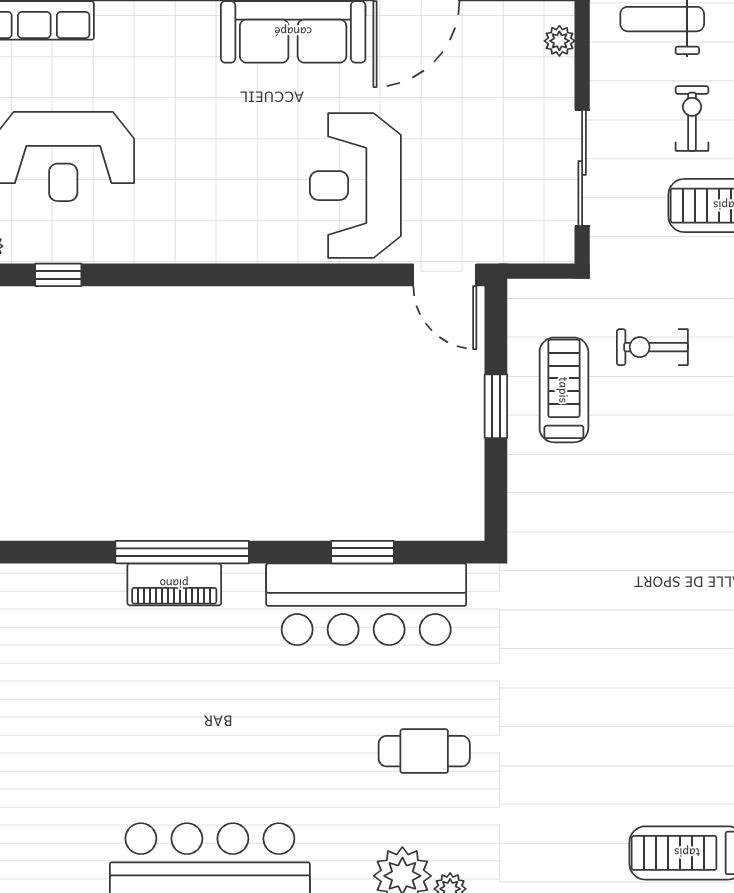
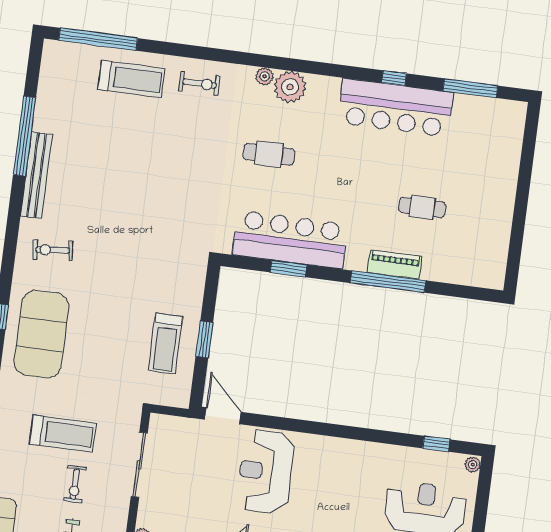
reception desk: (355, 186) -> (266, 472), turned 180
exercise bike: (652, 347) -> (199, 84), moved
cafe table: (139, 693) -> (422, 207), added

